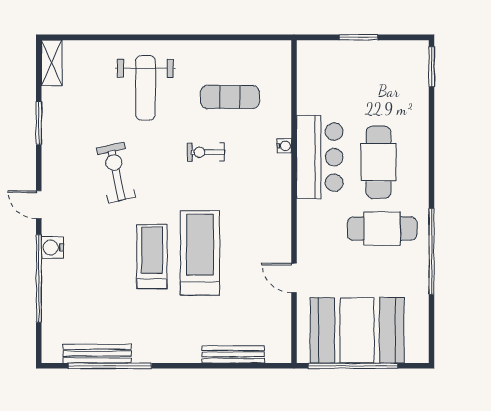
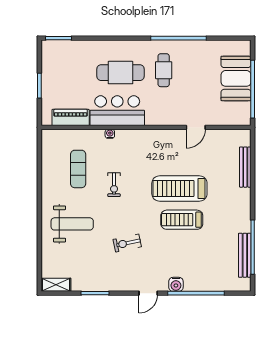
piano: (309, 85) -> (71, 117), added
exercise bike: (116, 173) -> (127, 243), width x0.73, depth x0.72
cafe table: (382, 229) -> (164, 70), width x0.73, depth x0.74
booth: (357, 330) -> (236, 78), width x0.73, depth x0.70

